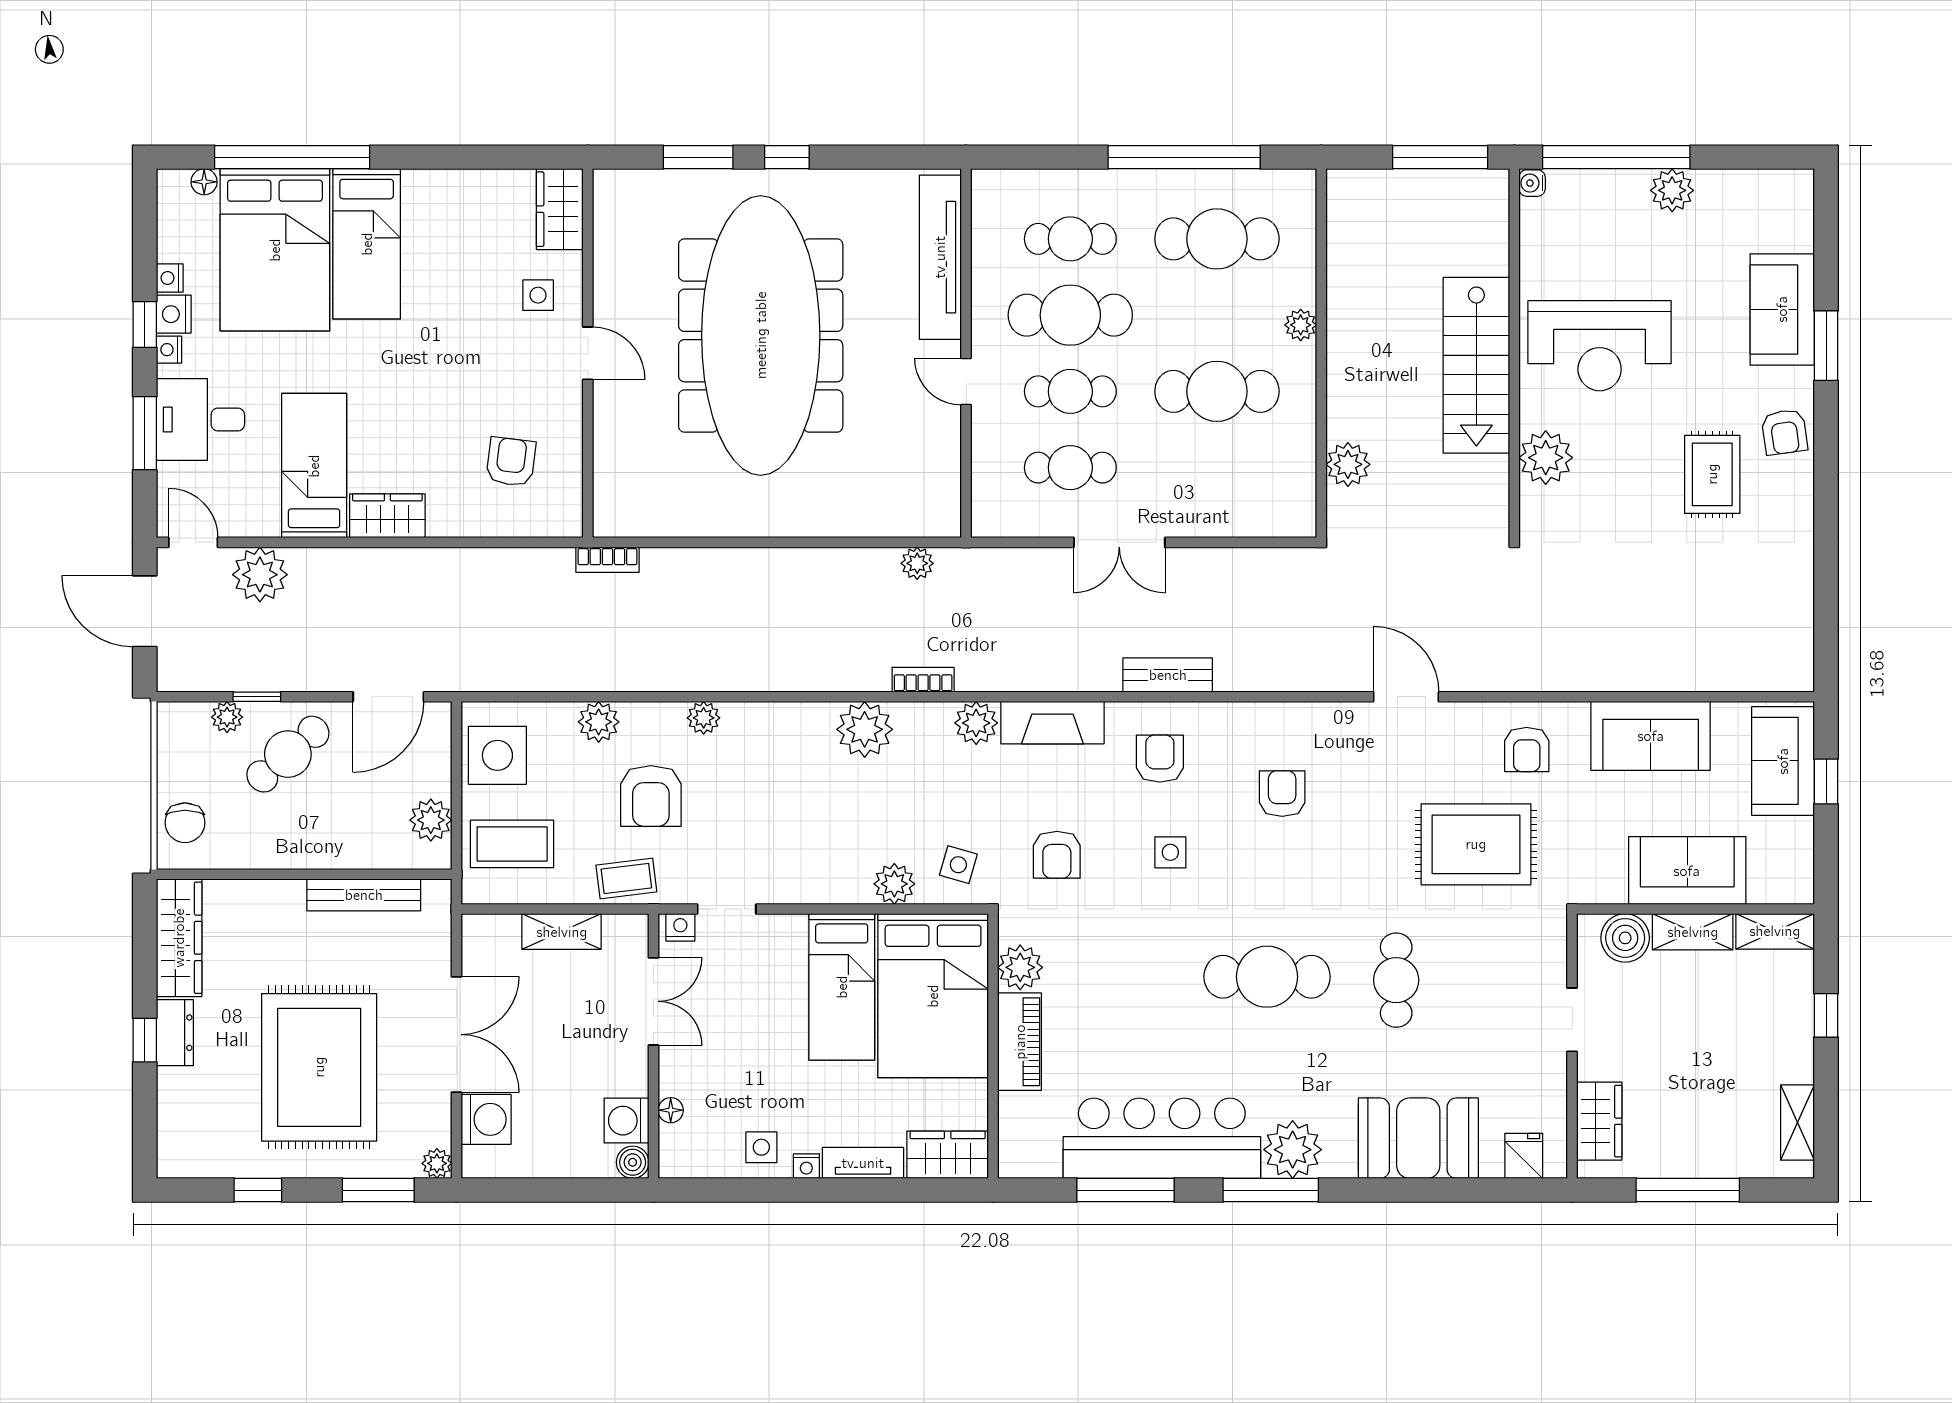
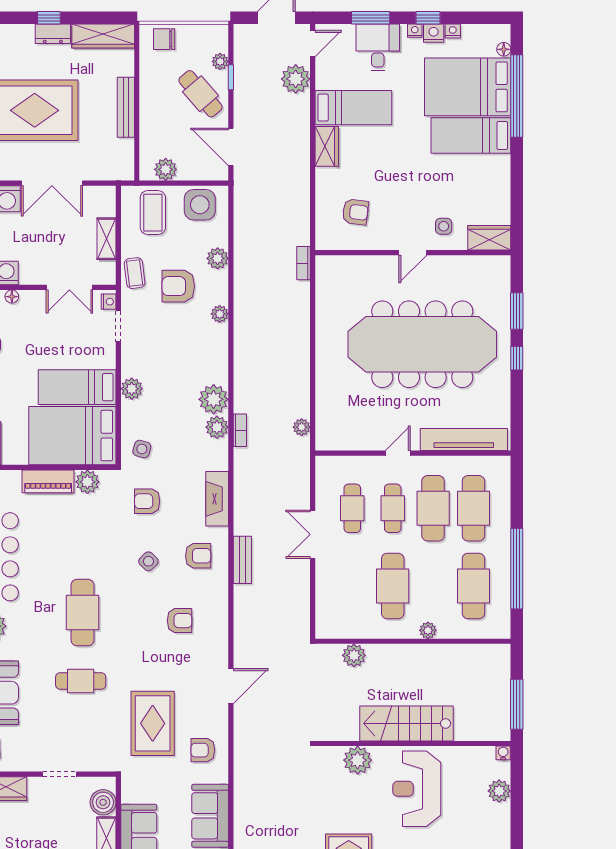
window: (1616, 157) -> (517, 798), removed
plant: (1672, 190) -> (499, 791), moved
cafe table: (1070, 239) -> (473, 508), width x1.37, depth x1.35
plant: (976, 723) -> (217, 427), moved
side table: (1170, 852) -> (148, 561), turned 45
plant: (894, 884) -> (132, 389), moved
bench: (364, 895) -> (126, 107), moved

